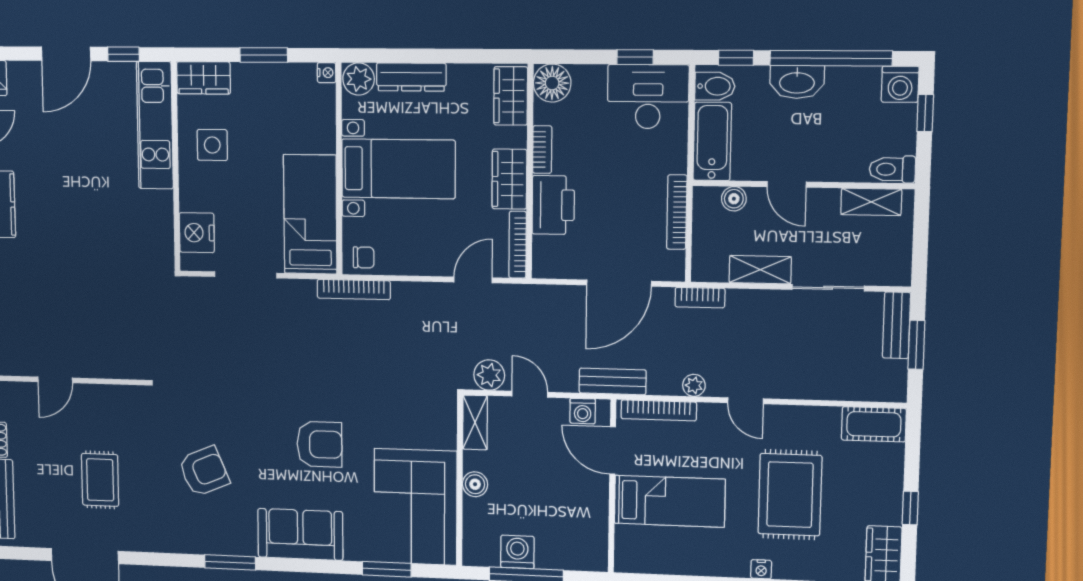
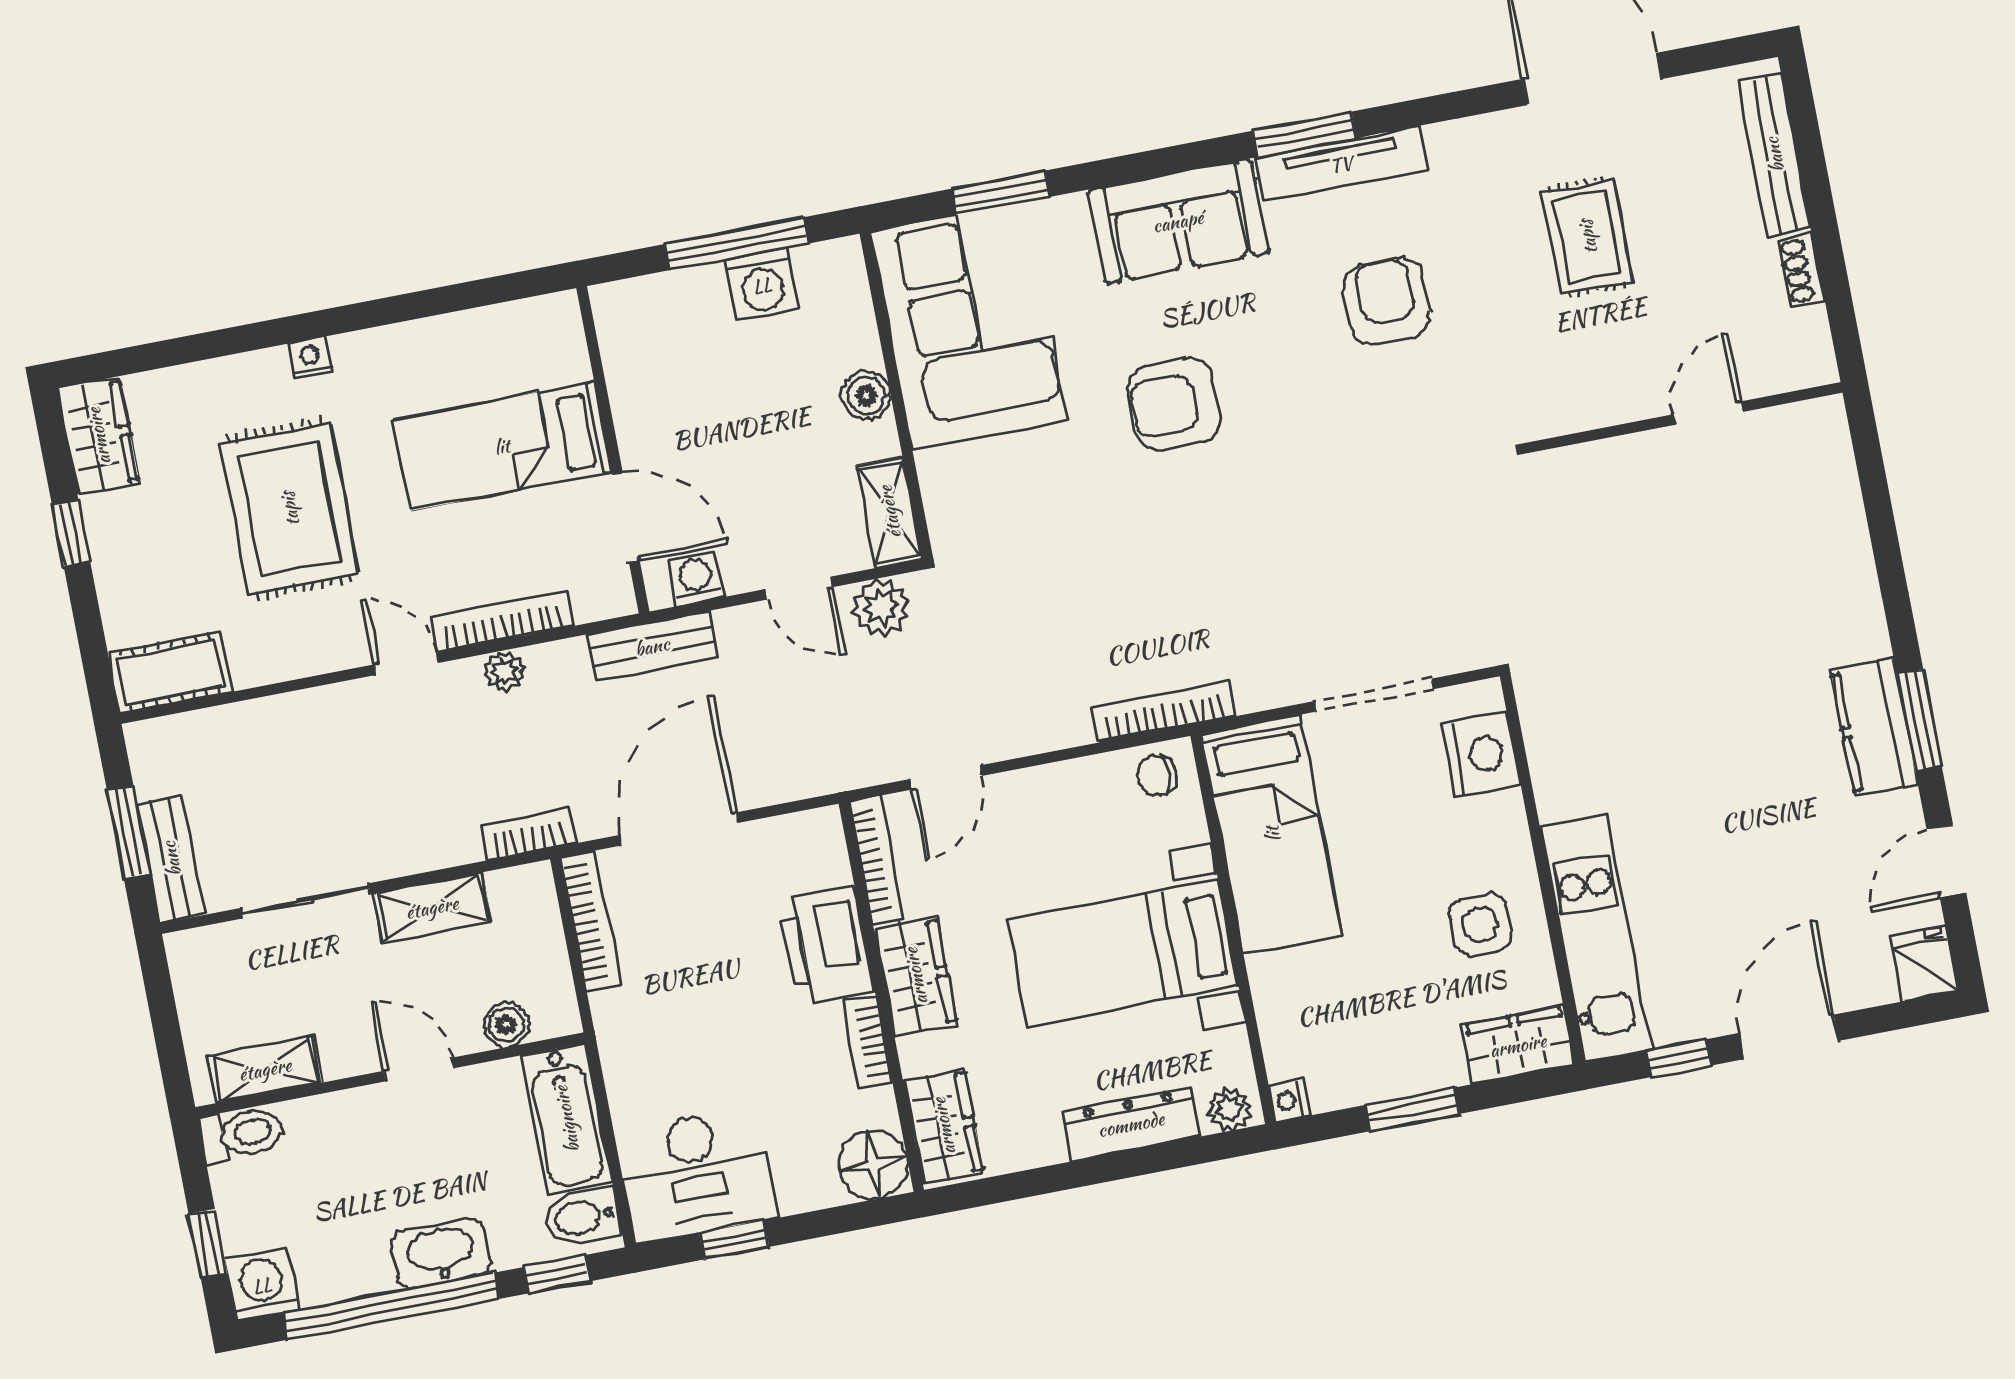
plant: (359, 79) -> (1229, 1109), width x0.73, depth x0.73
bookcase: (677, 212) -> (591, 921), moved
bookcase: (659, 410) -> (502, 622), moved
armchair: (204, 471) -> (1387, 301), turned 113
tv unit: (214, 544) -> (1341, 164), added

